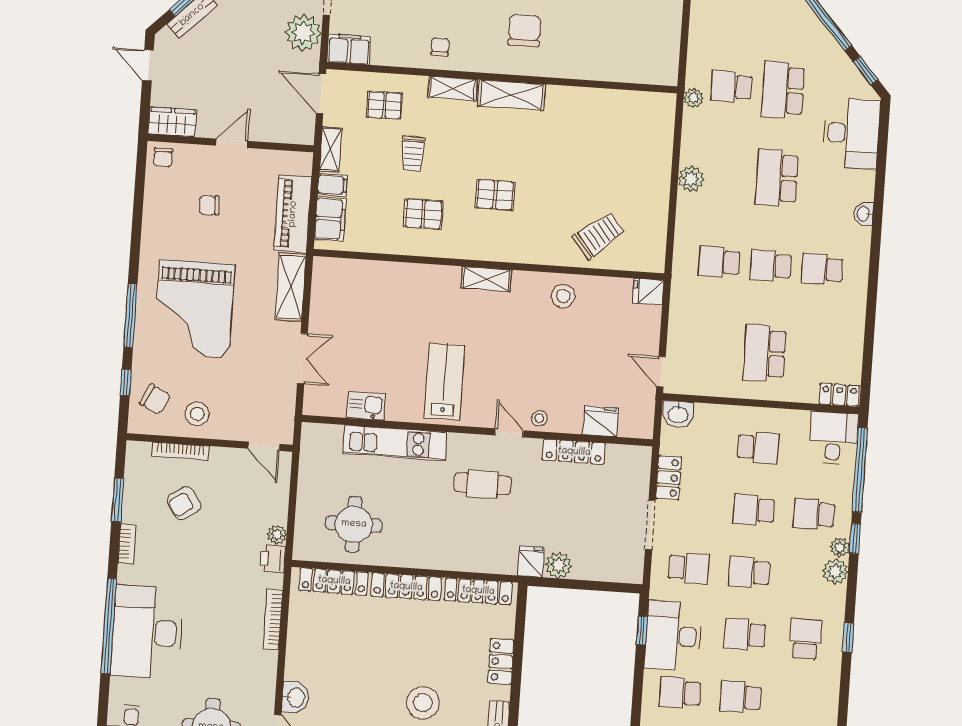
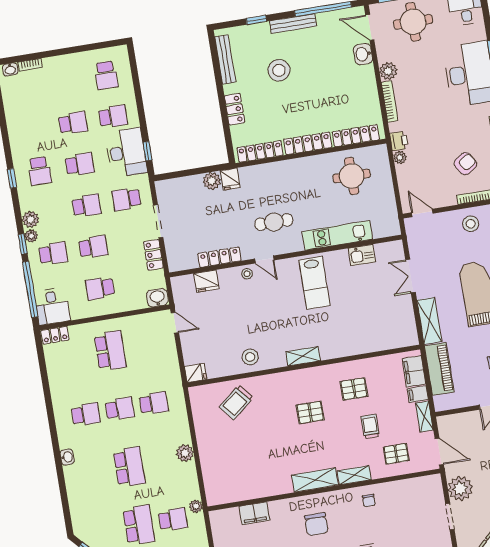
filing cabinet: (349, 49) -> (254, 513), moved
desk: (851, 133) -> (88, 507), removed
plant: (264, 664) -> (388, 71), added

